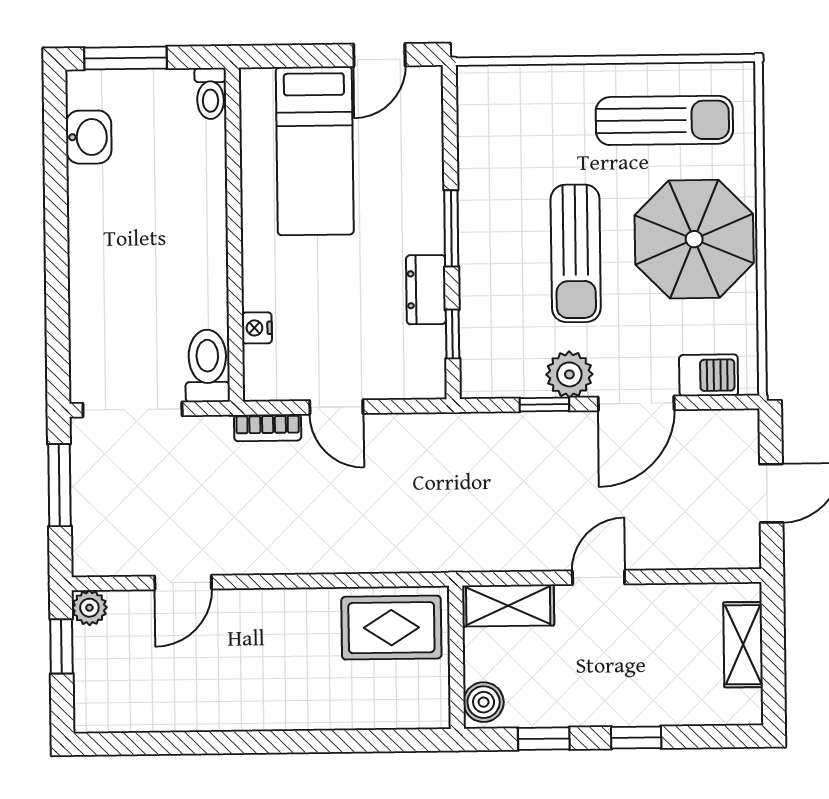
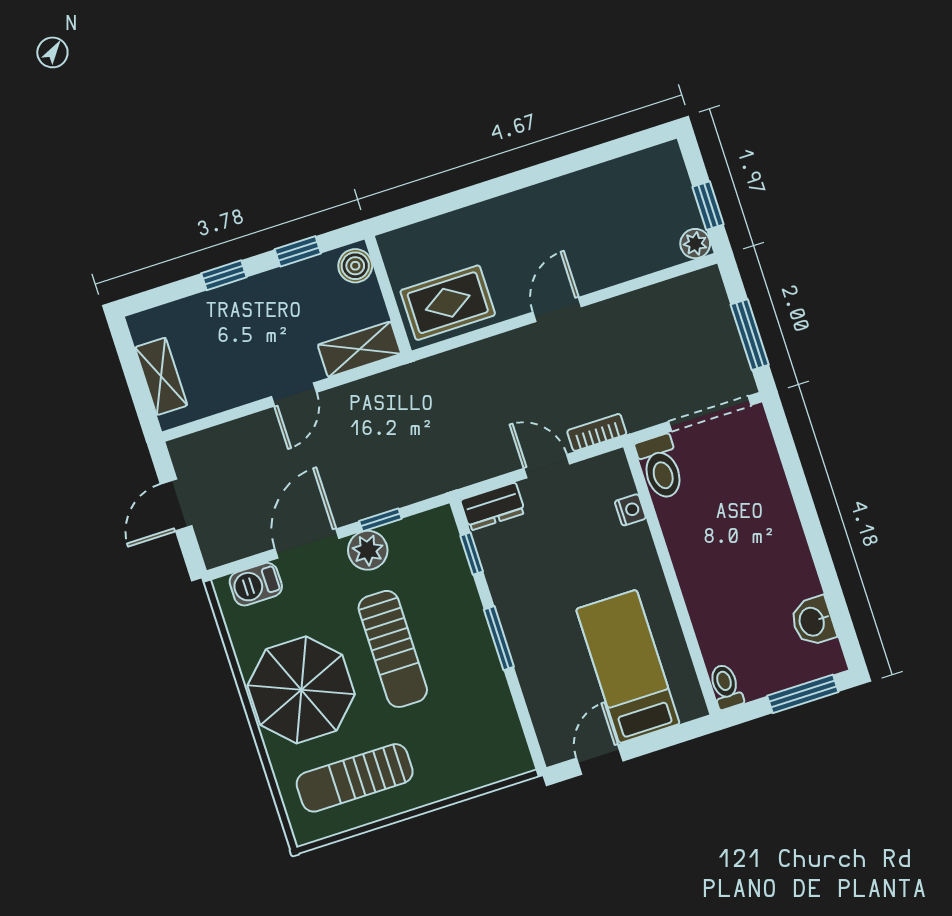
sun lounger: (576, 253) -> (393, 649), turned 180
dresser: (426, 290) -> (493, 507), moved, turned 90
door: (183, 582) -> (557, 309), moved

